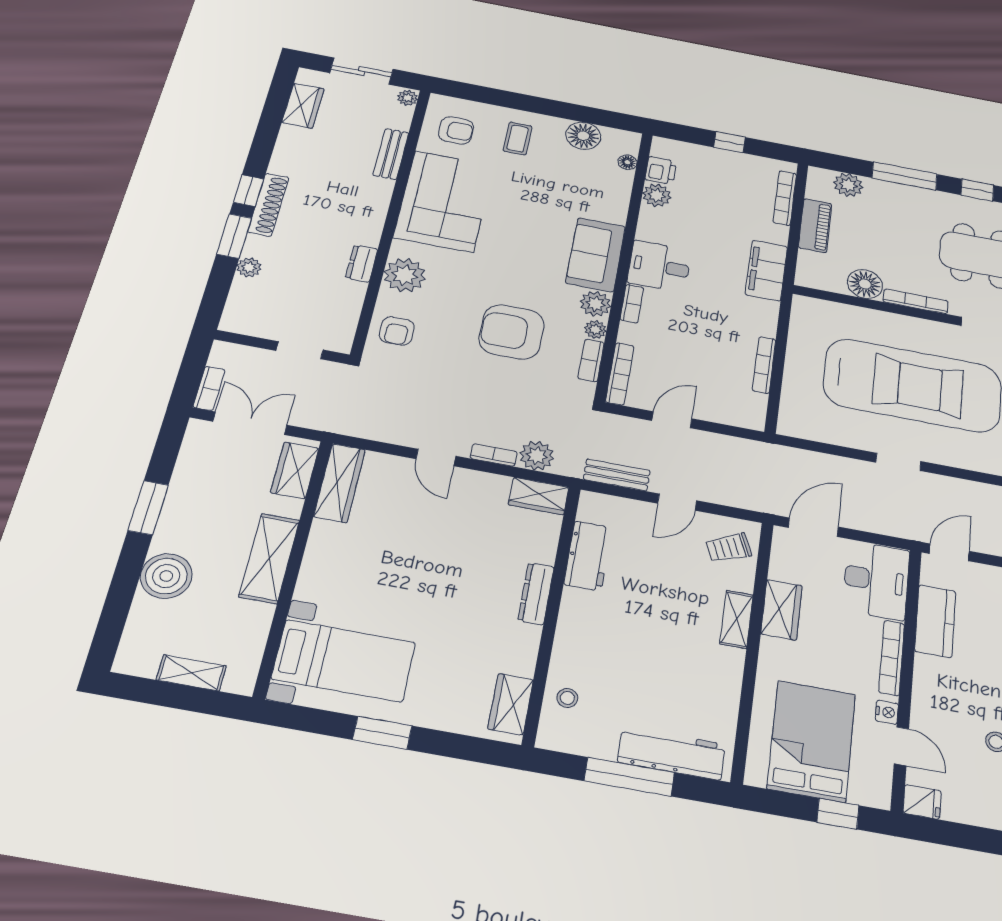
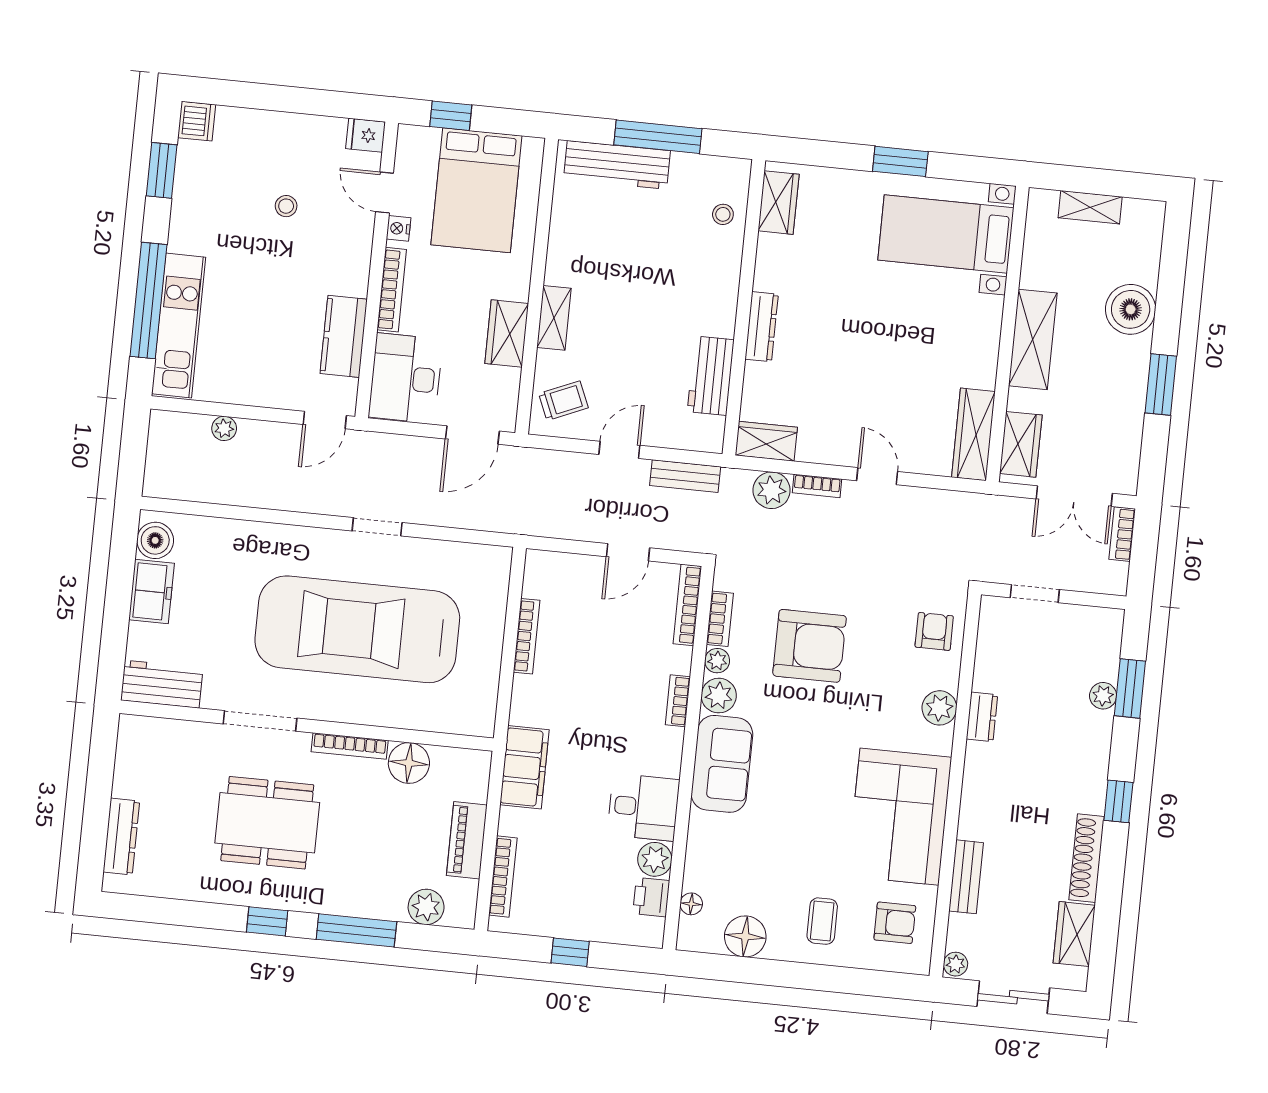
armchair: (456, 130) -> (895, 923), turned 180
shoe rack: (268, 205) -> (1087, 858), moved
window: (234, 236) -> (1130, 688), moved
desk: (659, 266) -> (643, 807), moved
plant: (405, 275) -> (939, 708), width x0.73, depth x0.73

